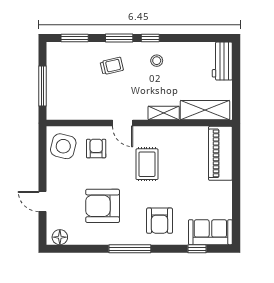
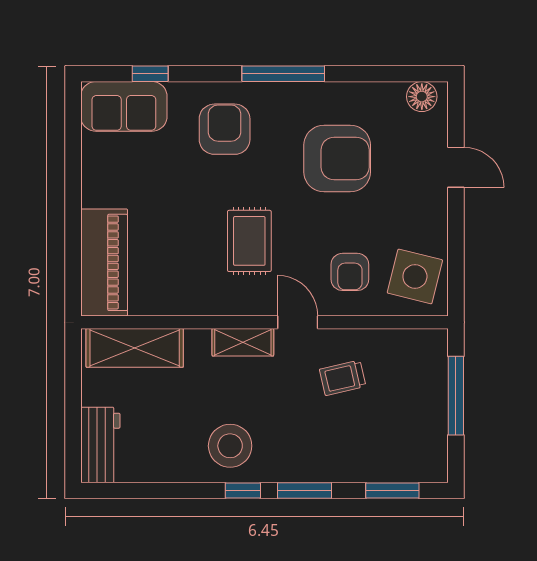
stool: (157, 61) -> (230, 446), width x1.89, depth x1.89
trolley: (112, 66) -> (343, 378), moved
shelving: (164, 113) -> (243, 342), moved

